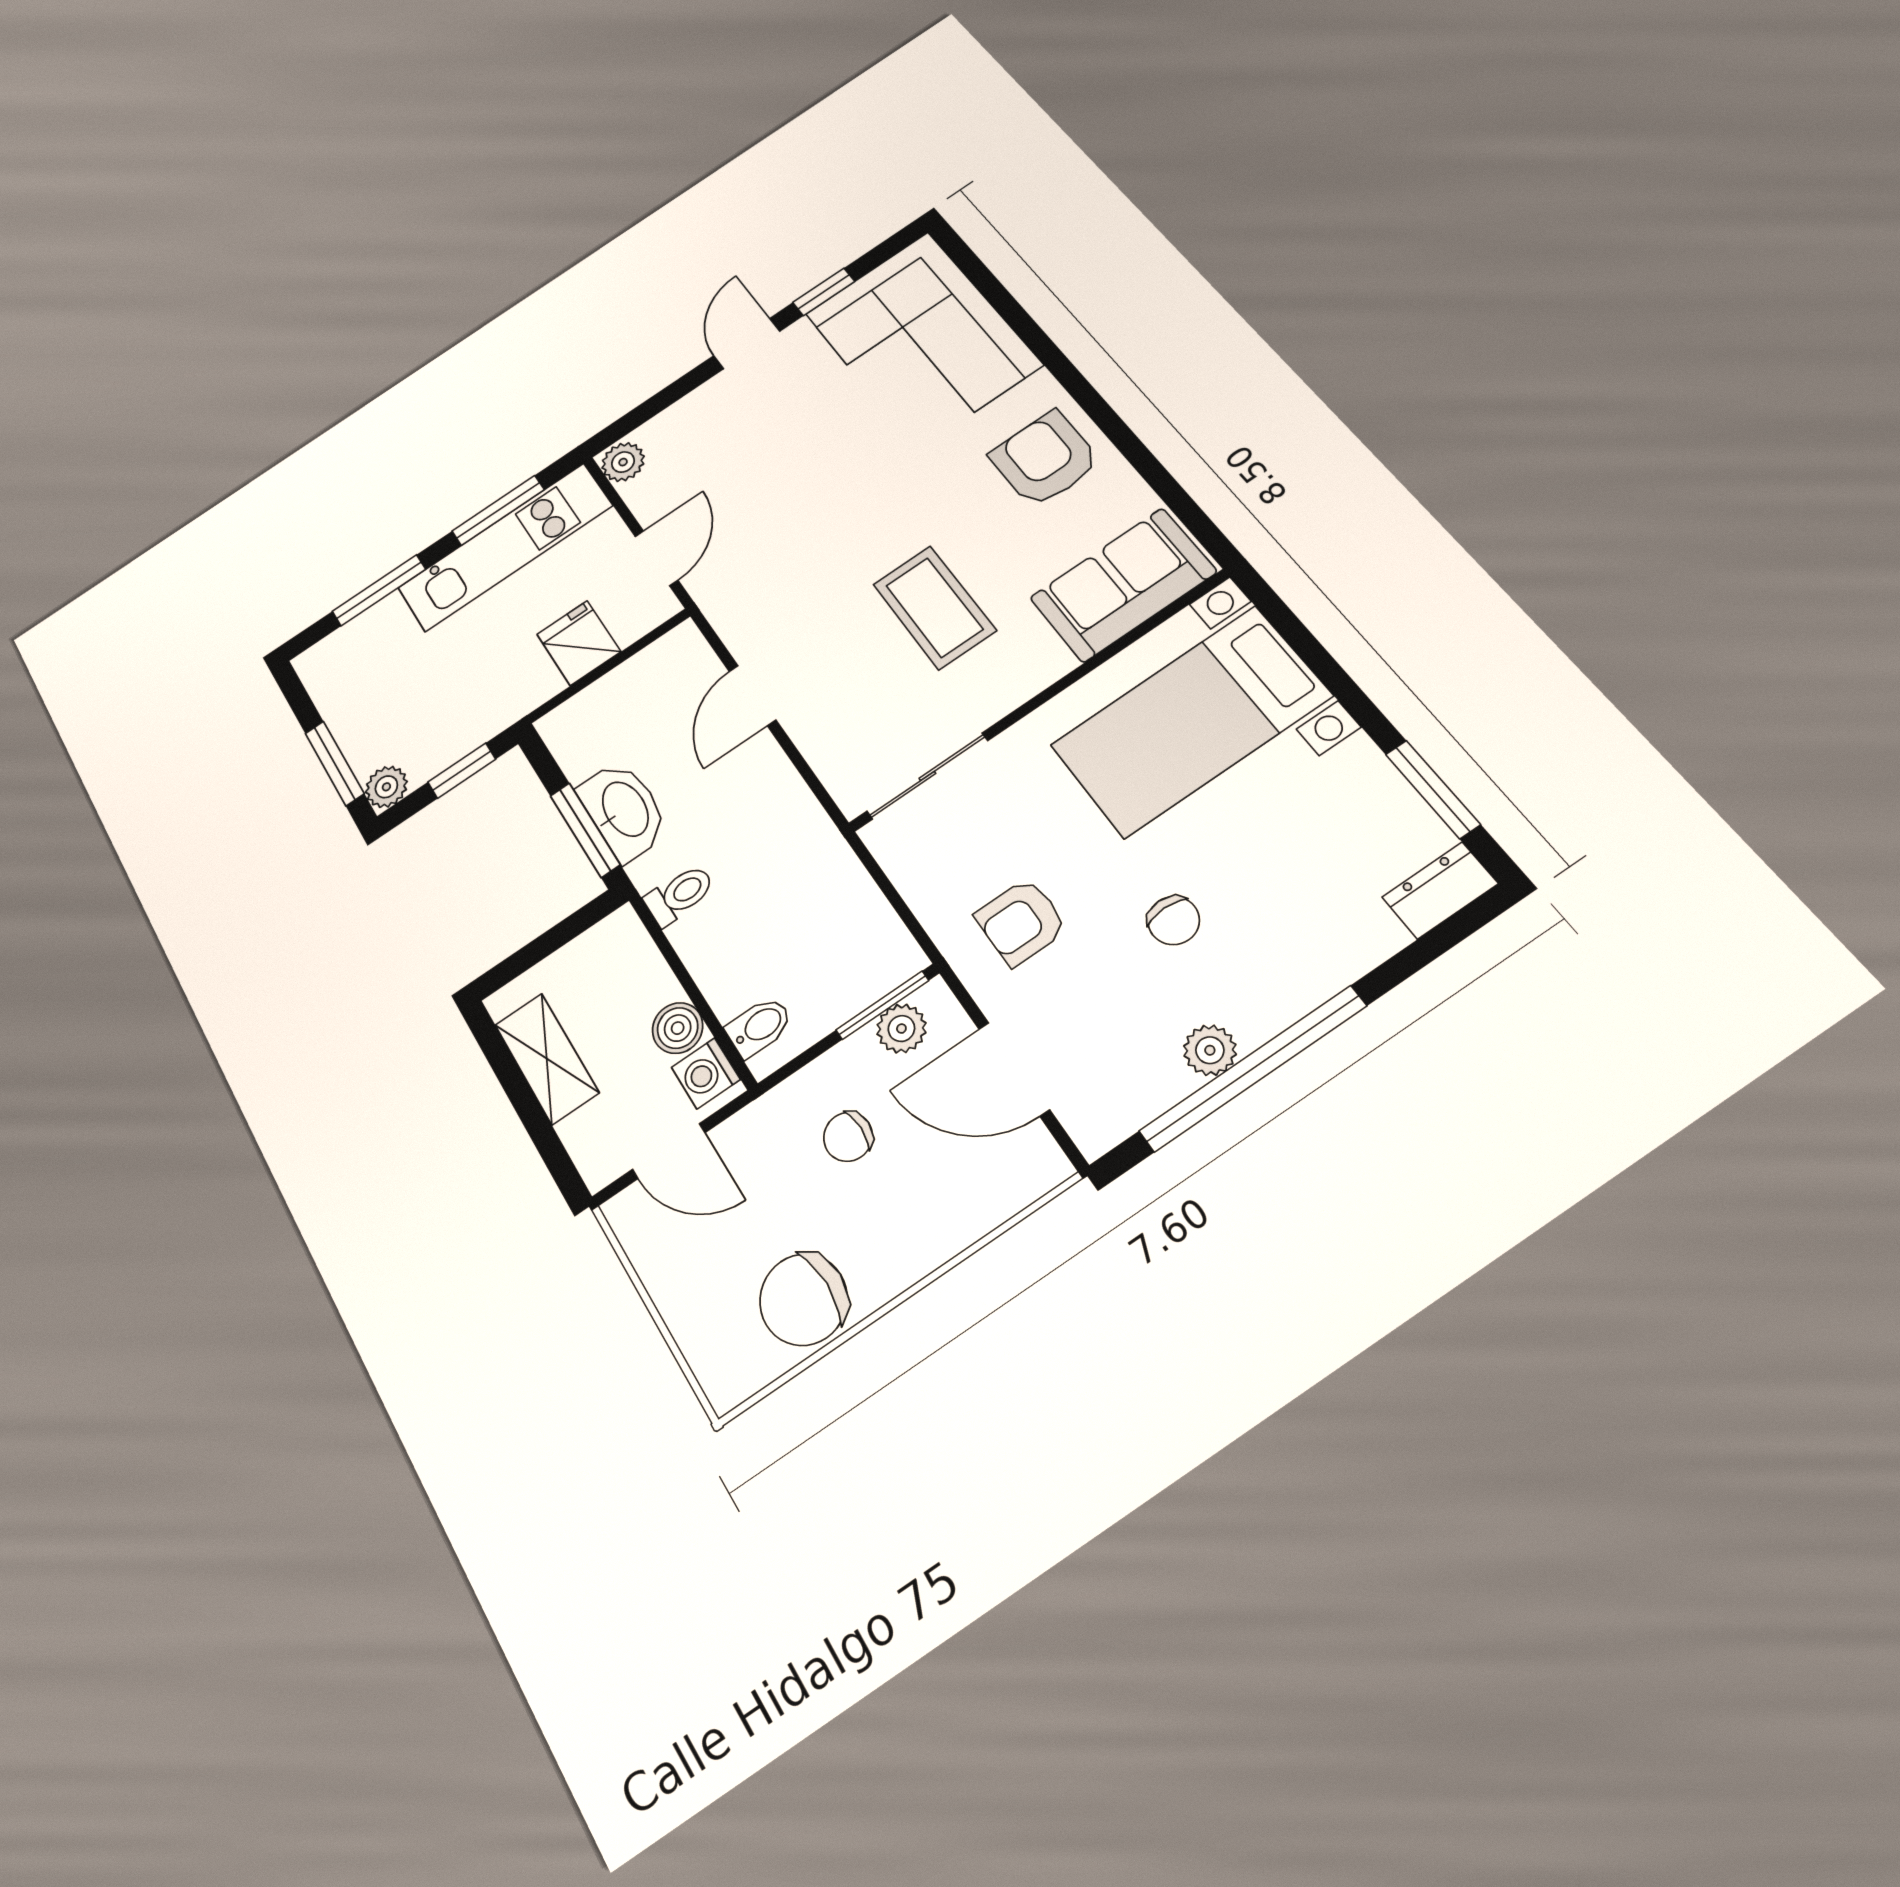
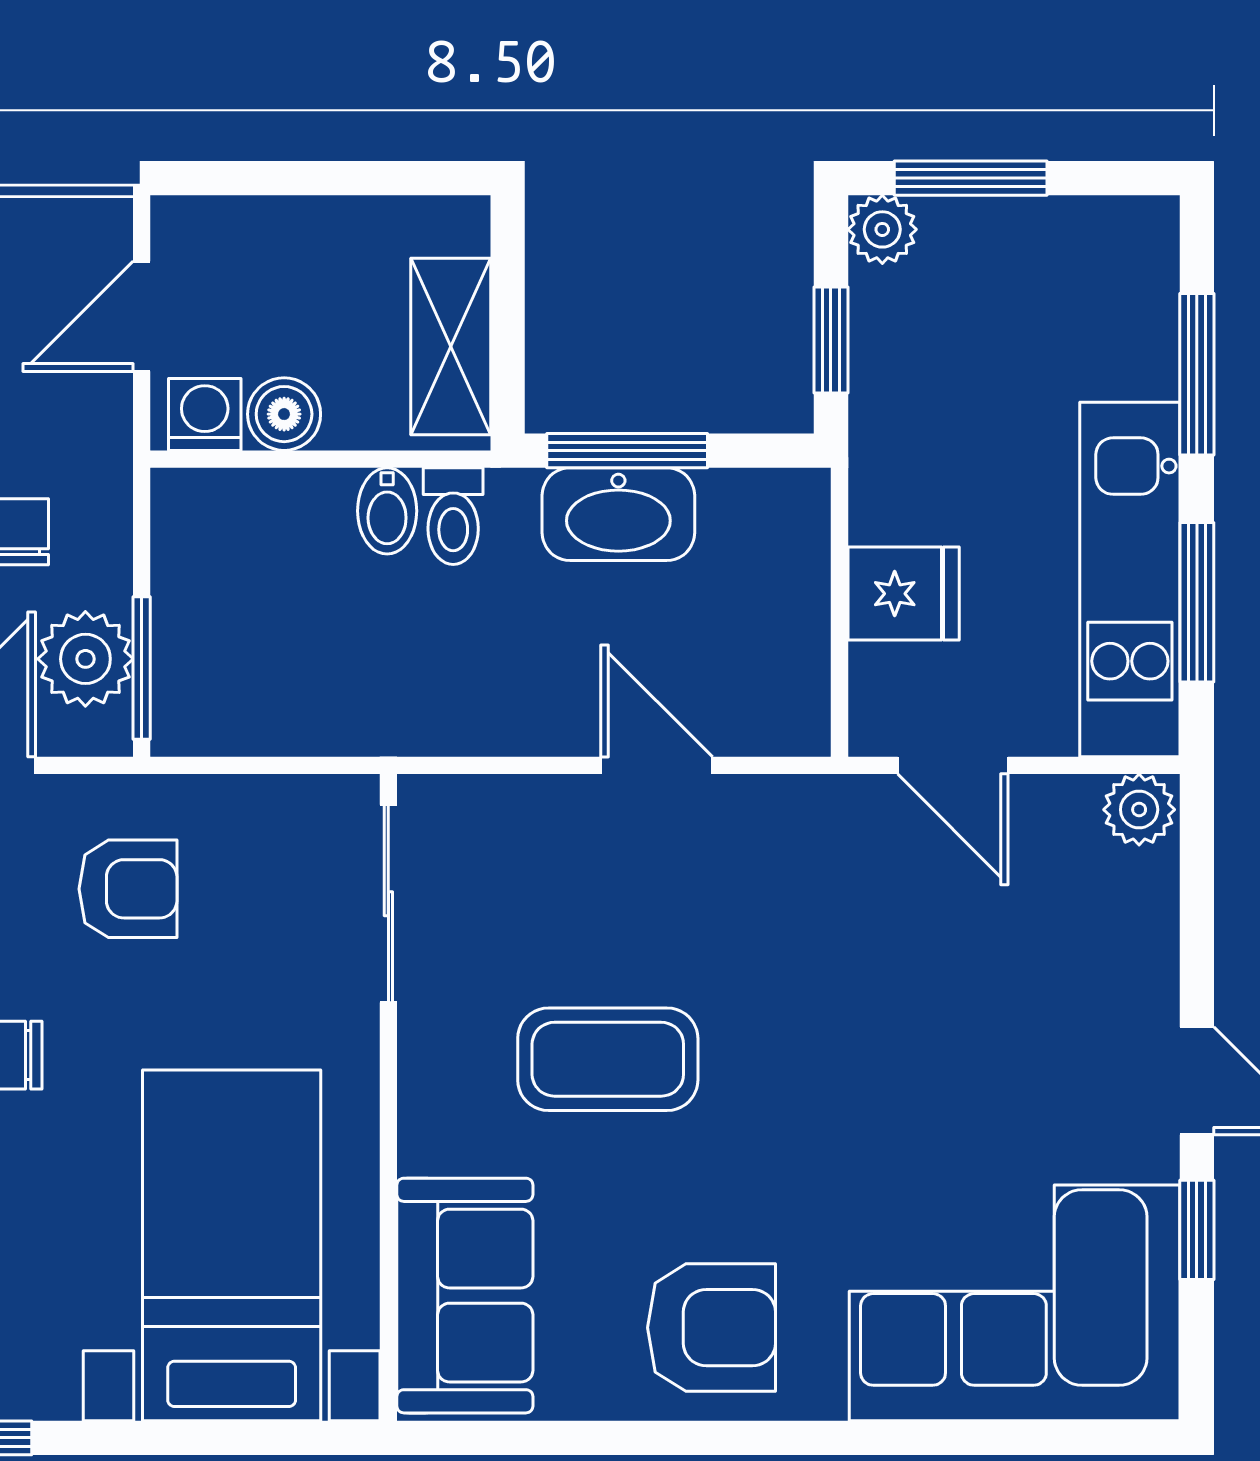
armchair: (1021, 922) -> (128, 889), turned 90
bidet: (759, 1027) -> (387, 511), moved
plant: (901, 1029) -> (85, 659), width x1.38, depth x1.38
shelving: (547, 1059) -> (451, 347), moved, turned 90

